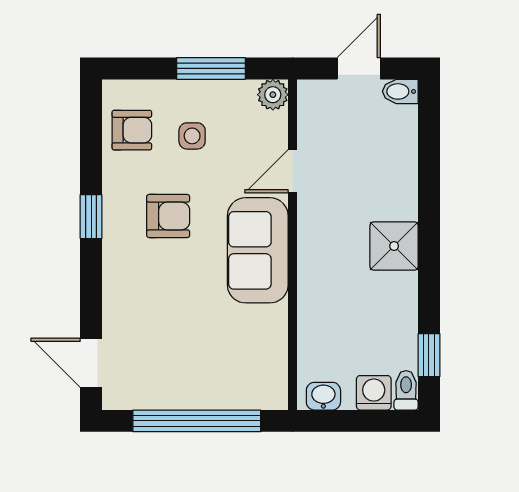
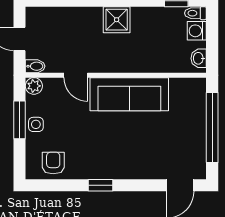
bidet: (400, 91) -> (35, 66), moved, turned -90
side table: (192, 136) -> (36, 124), moved
armchair: (168, 216) -> (100, 143), removed
sofa: (258, 250) -> (129, 94), width x1.36

